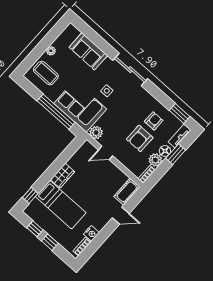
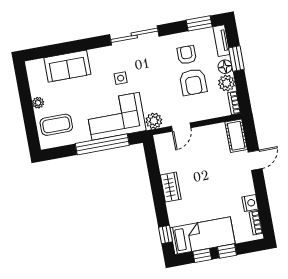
sliding door: (130, 69) -> (134, 35), moved
bed: (61, 205) -> (203, 236), moved

